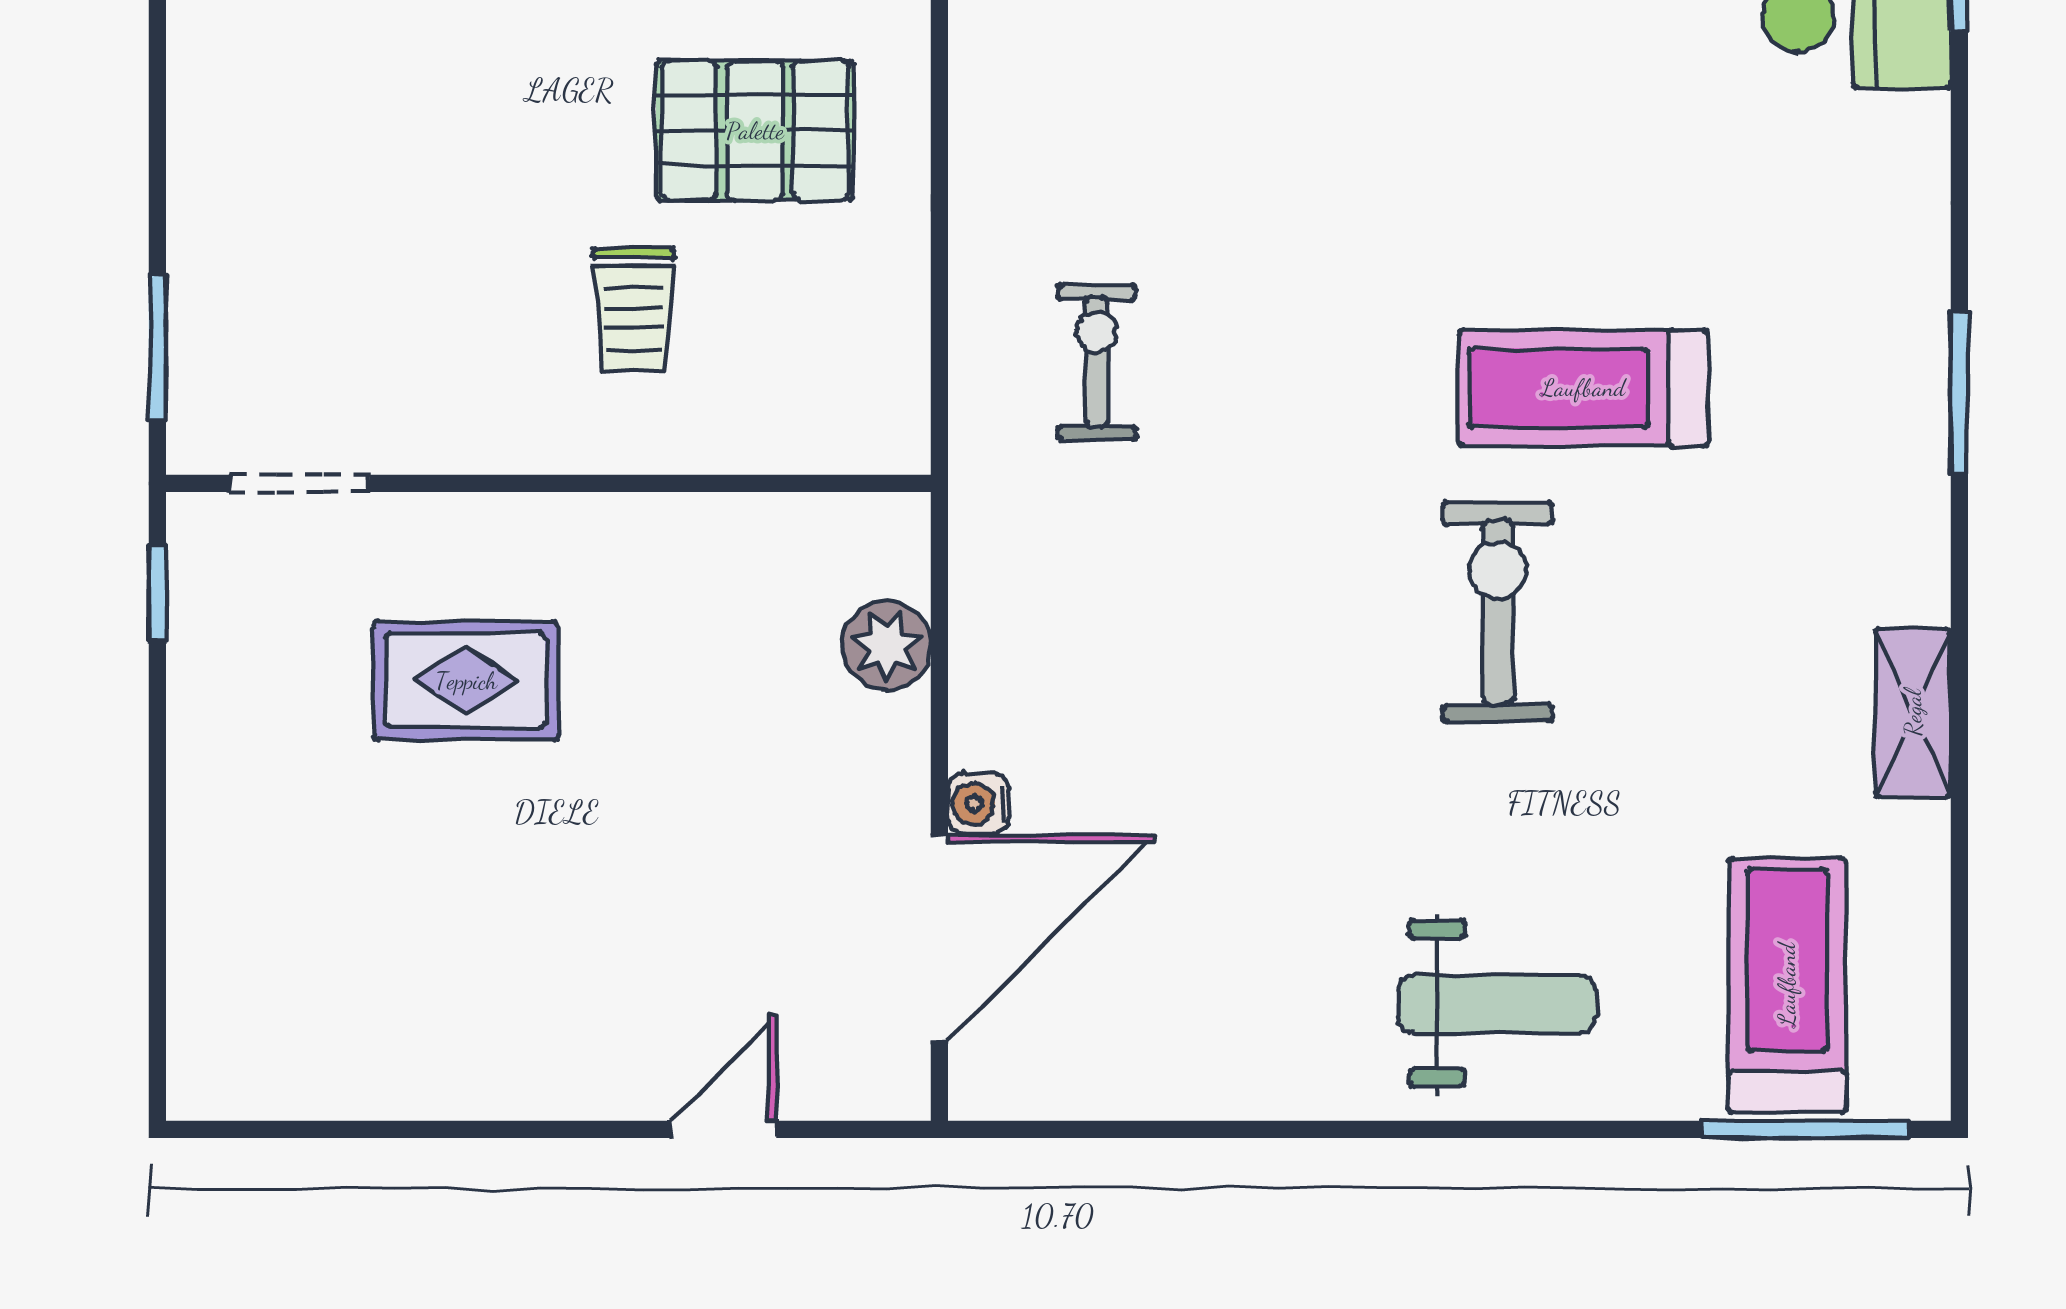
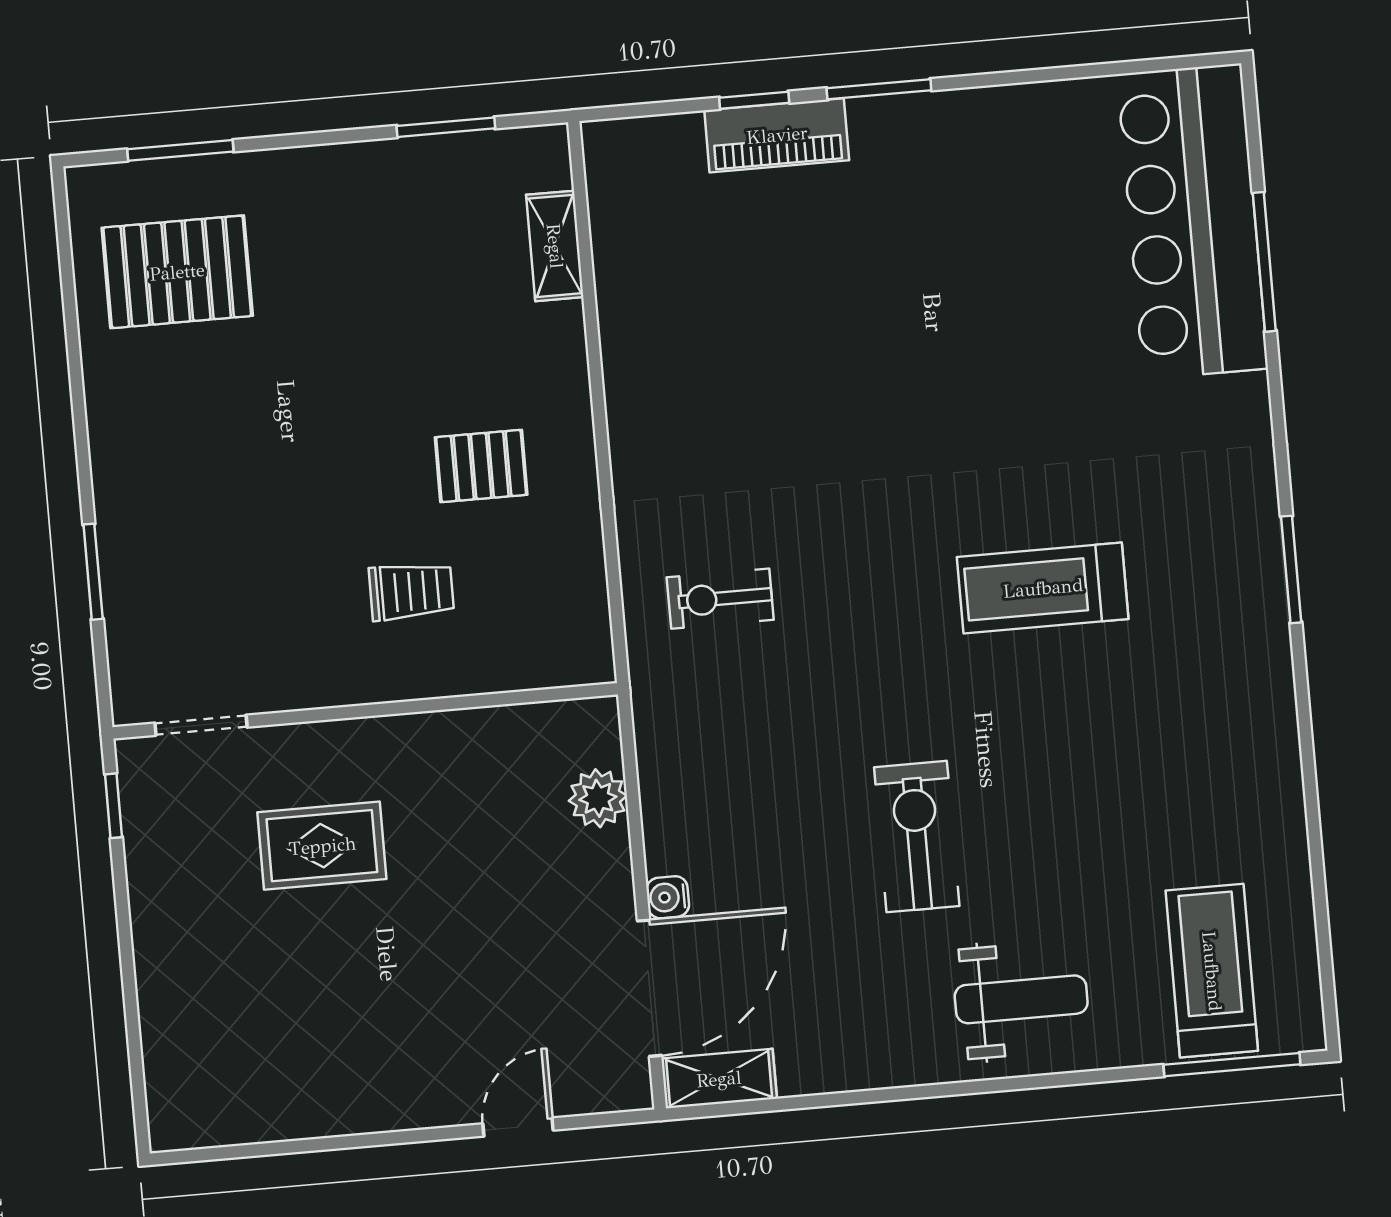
pallet: (755, 131) -> (481, 466), width x0.67, depth x0.71
trolley: (633, 310) -> (411, 591), turned -90
window: (157, 347) -> (93, 572), moved
exercise bike: (1097, 361) -> (720, 599), turned -90
exercise bike: (1498, 612) -> (917, 837), moved
shelving: (1913, 713) -> (719, 1079), moved, turned 90

